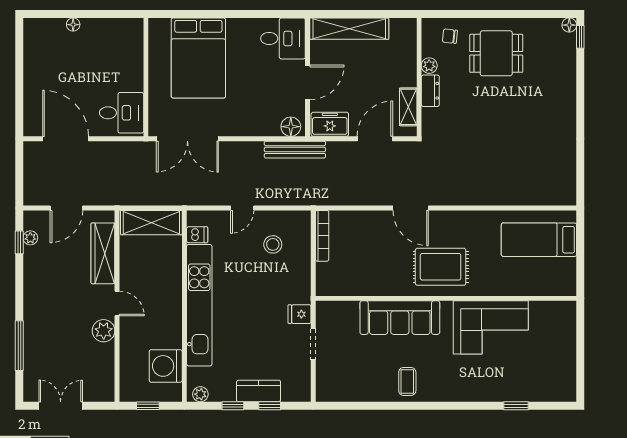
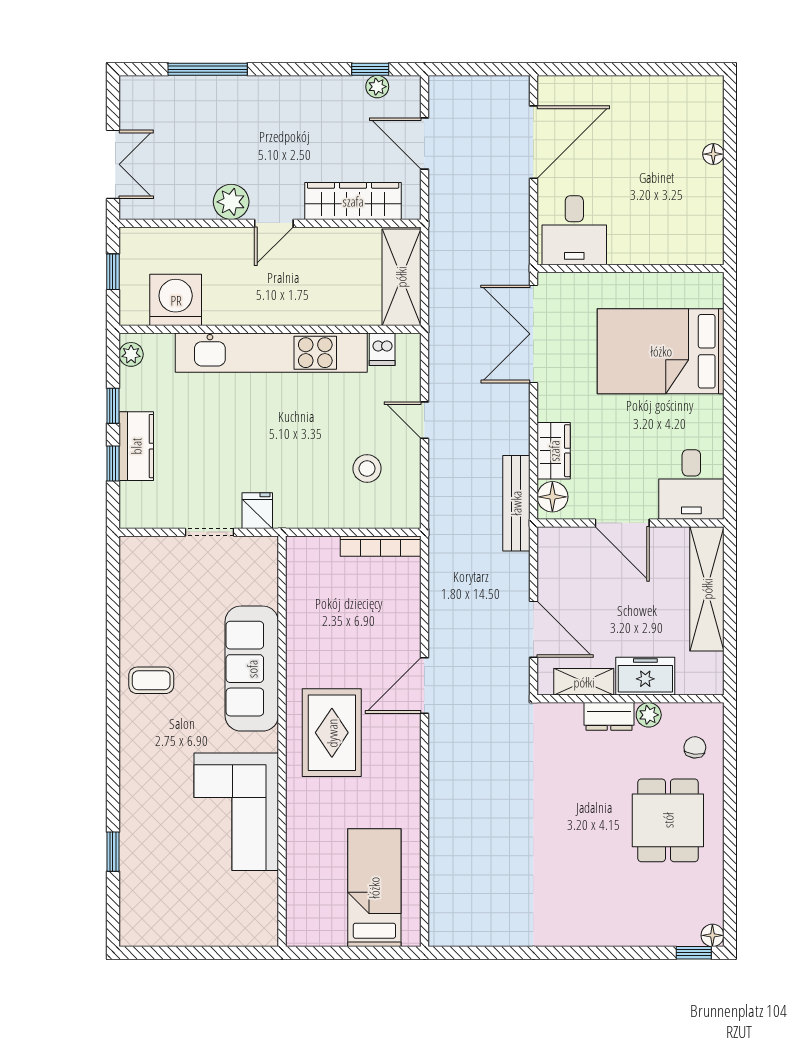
freezer: (330, 124) -> (645, 676), moved, turned -90
wardrobe: (261, 126) -> (554, 451), added
double door: (61, 406) -> (113, 164), moved

